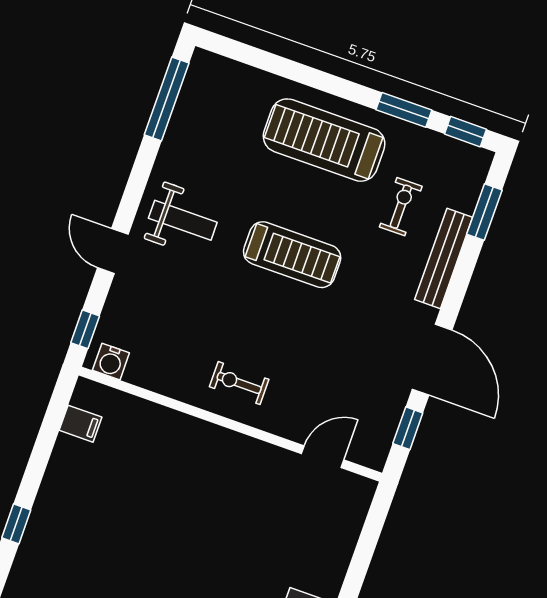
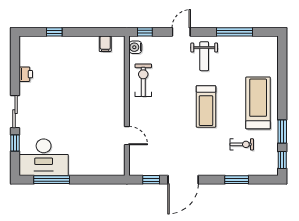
window: (167, 99) -> (234, 32), moved
window: (484, 212) -> (237, 180), moved
bench: (444, 258) -> (227, 170), removed
exercise bike: (239, 383) -> (143, 80), moved, width x1.38, depth x1.39
door: (323, 457) -> (127, 136), moved

